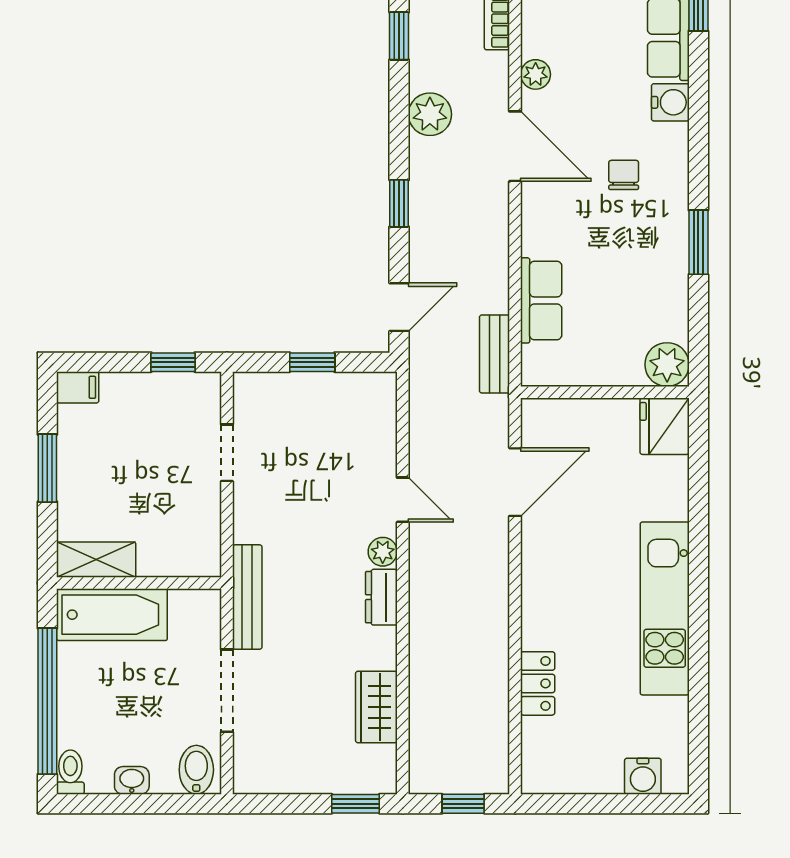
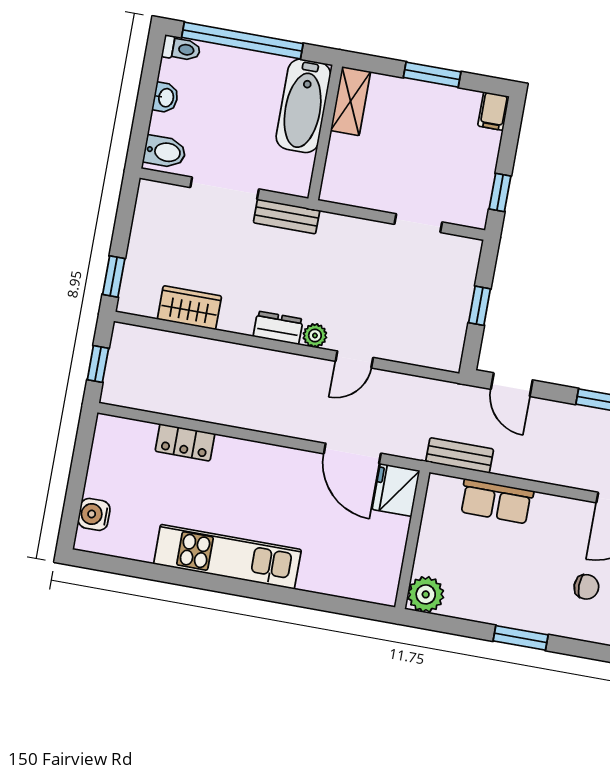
fridge: (665, 426) -> (396, 490), moved, turned -90
bench: (247, 597) -> (287, 216), width x0.73

